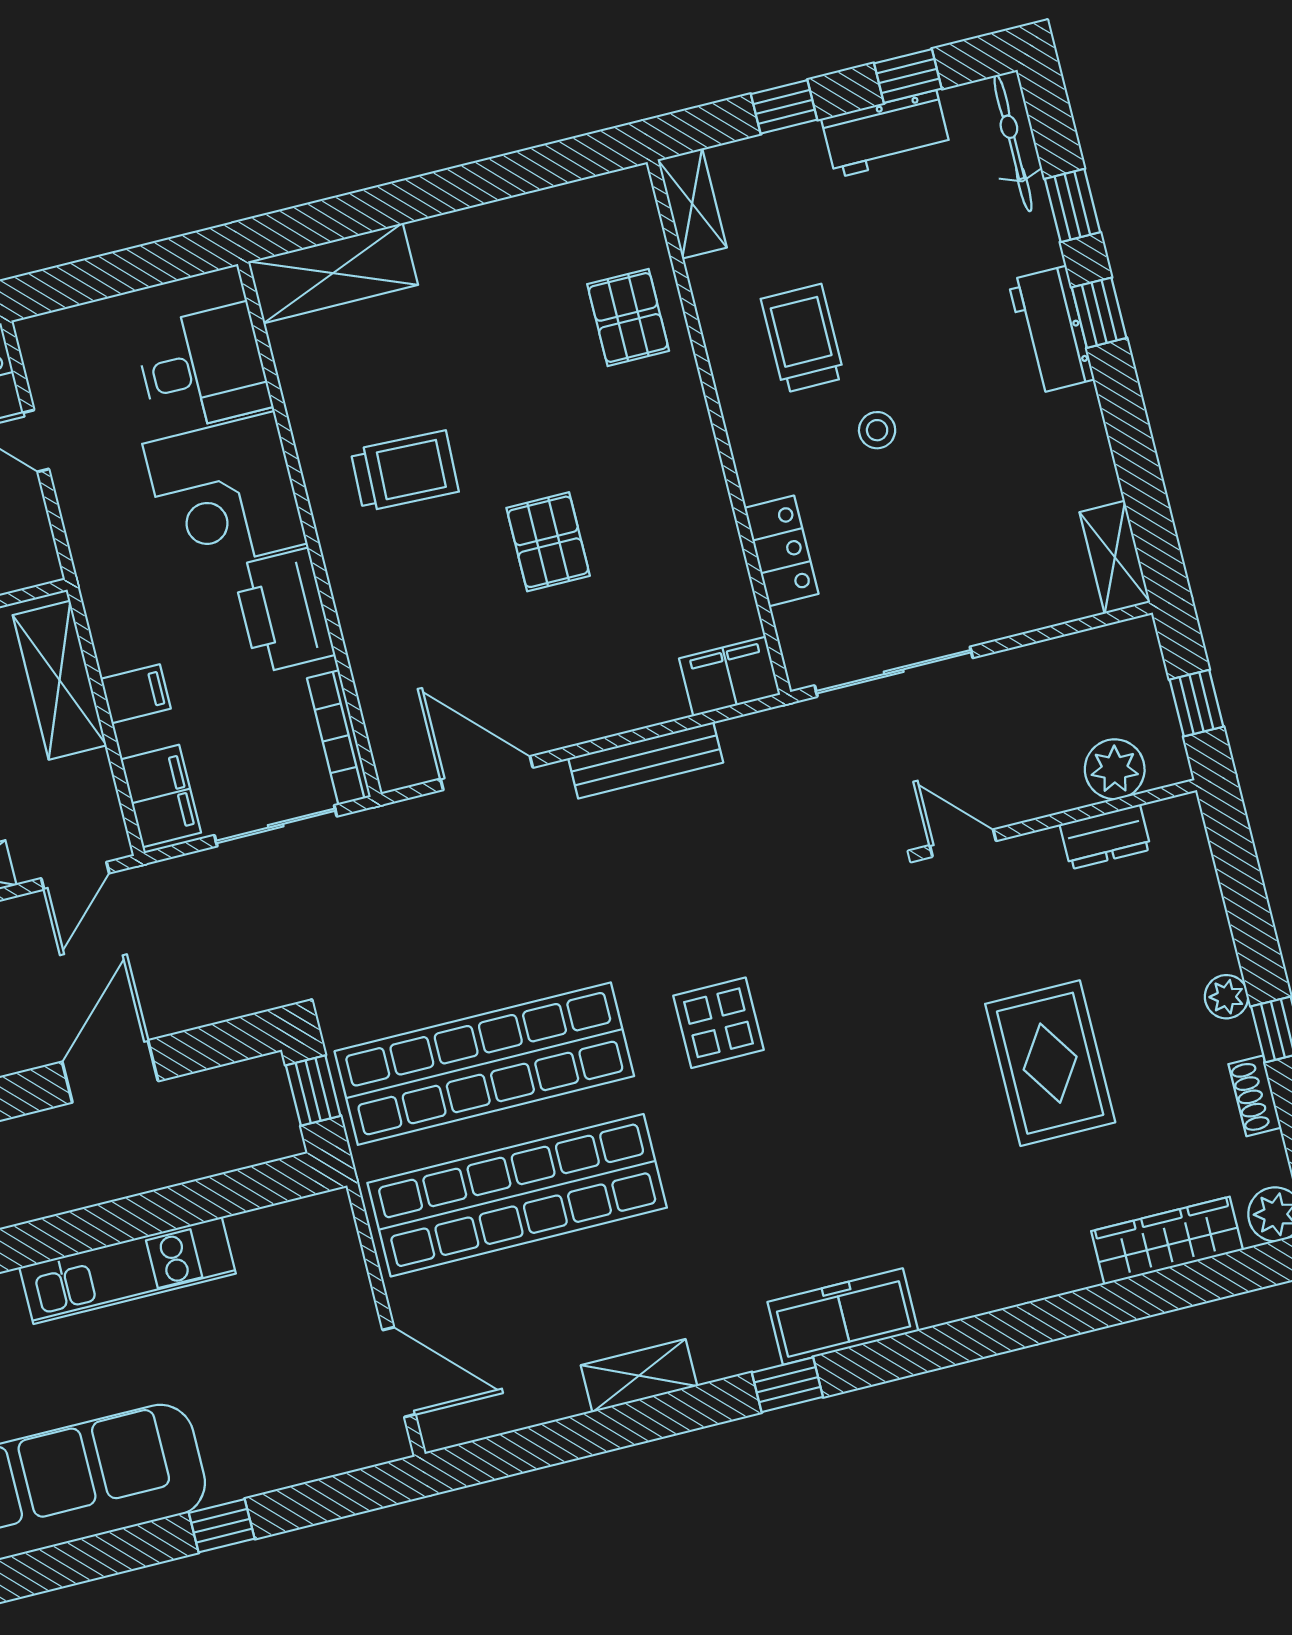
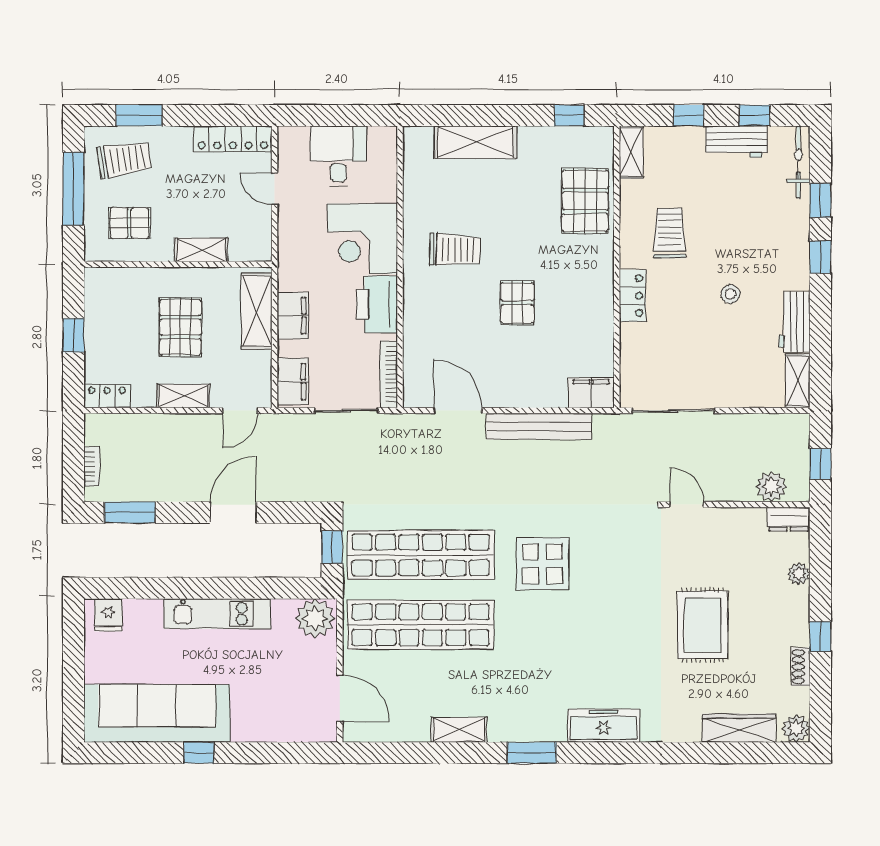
window: (558, 163) -> (569, 115), added
shelving: (333, 273) -> (475, 142), moved
pallet: (628, 317) -> (585, 201), width x1.50, depth x1.42
workbench: (1051, 330) -> (794, 322), moved
desk: (203, 368) -> (338, 156), moved, turned -90
stool: (877, 430) -> (730, 294), moved
locker: (781, 551) -> (632, 296), moved
filing cabinet: (136, 694) -> (293, 316), width x2.00
bench: (646, 760) -> (539, 426), width x1.37, depth x1.21
dresser: (1105, 837) -> (789, 519), moved
plant: (1226, 997) -> (799, 574), moved
display table: (718, 1023) -> (542, 564), width x1.36, depth x1.36
plant: (315, 1233) -> (315, 618), added
freezer: (843, 1317) -> (604, 726), moved
window: (787, 1385) -> (532, 753), width x1.50
window: (222, 1526) -> (199, 753), moved

